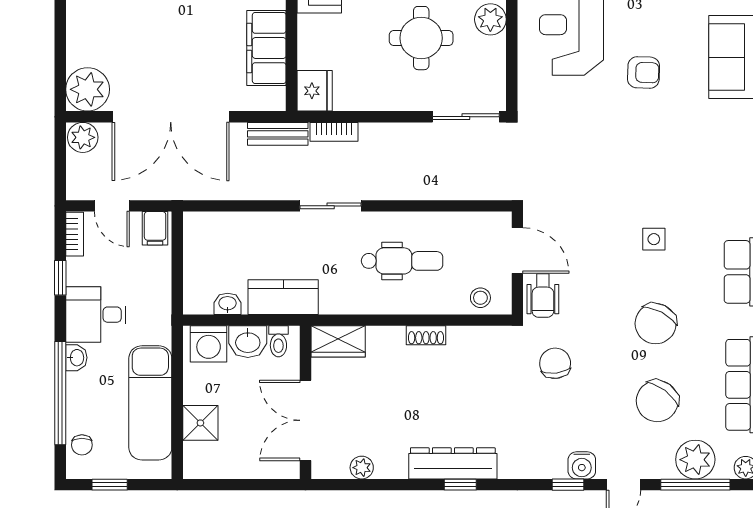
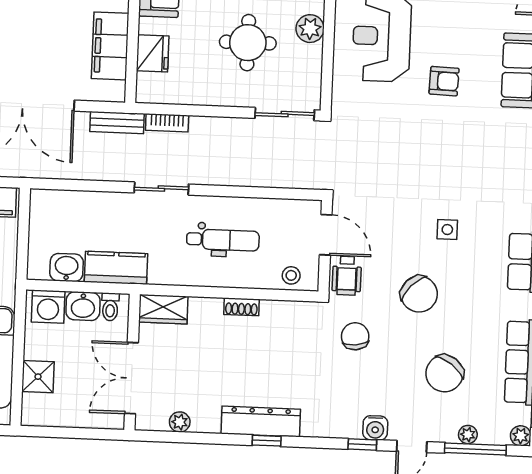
fridge: (315, 91) -> (153, 53), moved
washbasin: (228, 304) -> (67, 267), width x1.38, depth x1.45
chair: (656, 324) -> (419, 294), moved, turned -74
plant: (695, 460) -> (468, 435), width x0.53, depth x0.53

